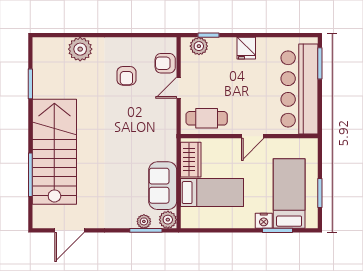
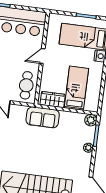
door: (253, 136) -> (42, 56), swing flipped
sofa: (163, 186) -> (43, 117), moved
plant: (144, 221) -> (88, 148), moved

